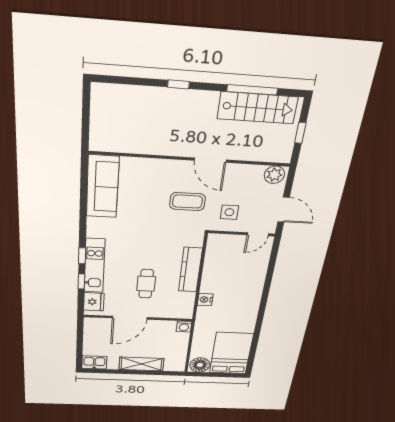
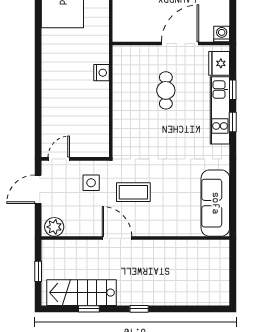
window: (179, 84) -> (139, 309), moved
window: (252, 90) -> (89, 309), width x0.46
door: (284, 210) -> (38, 189), hinge flipped
kitchen counter: (190, 270) -> (122, 111), removed
washing machine: (184, 326) -> (222, 34), moved

